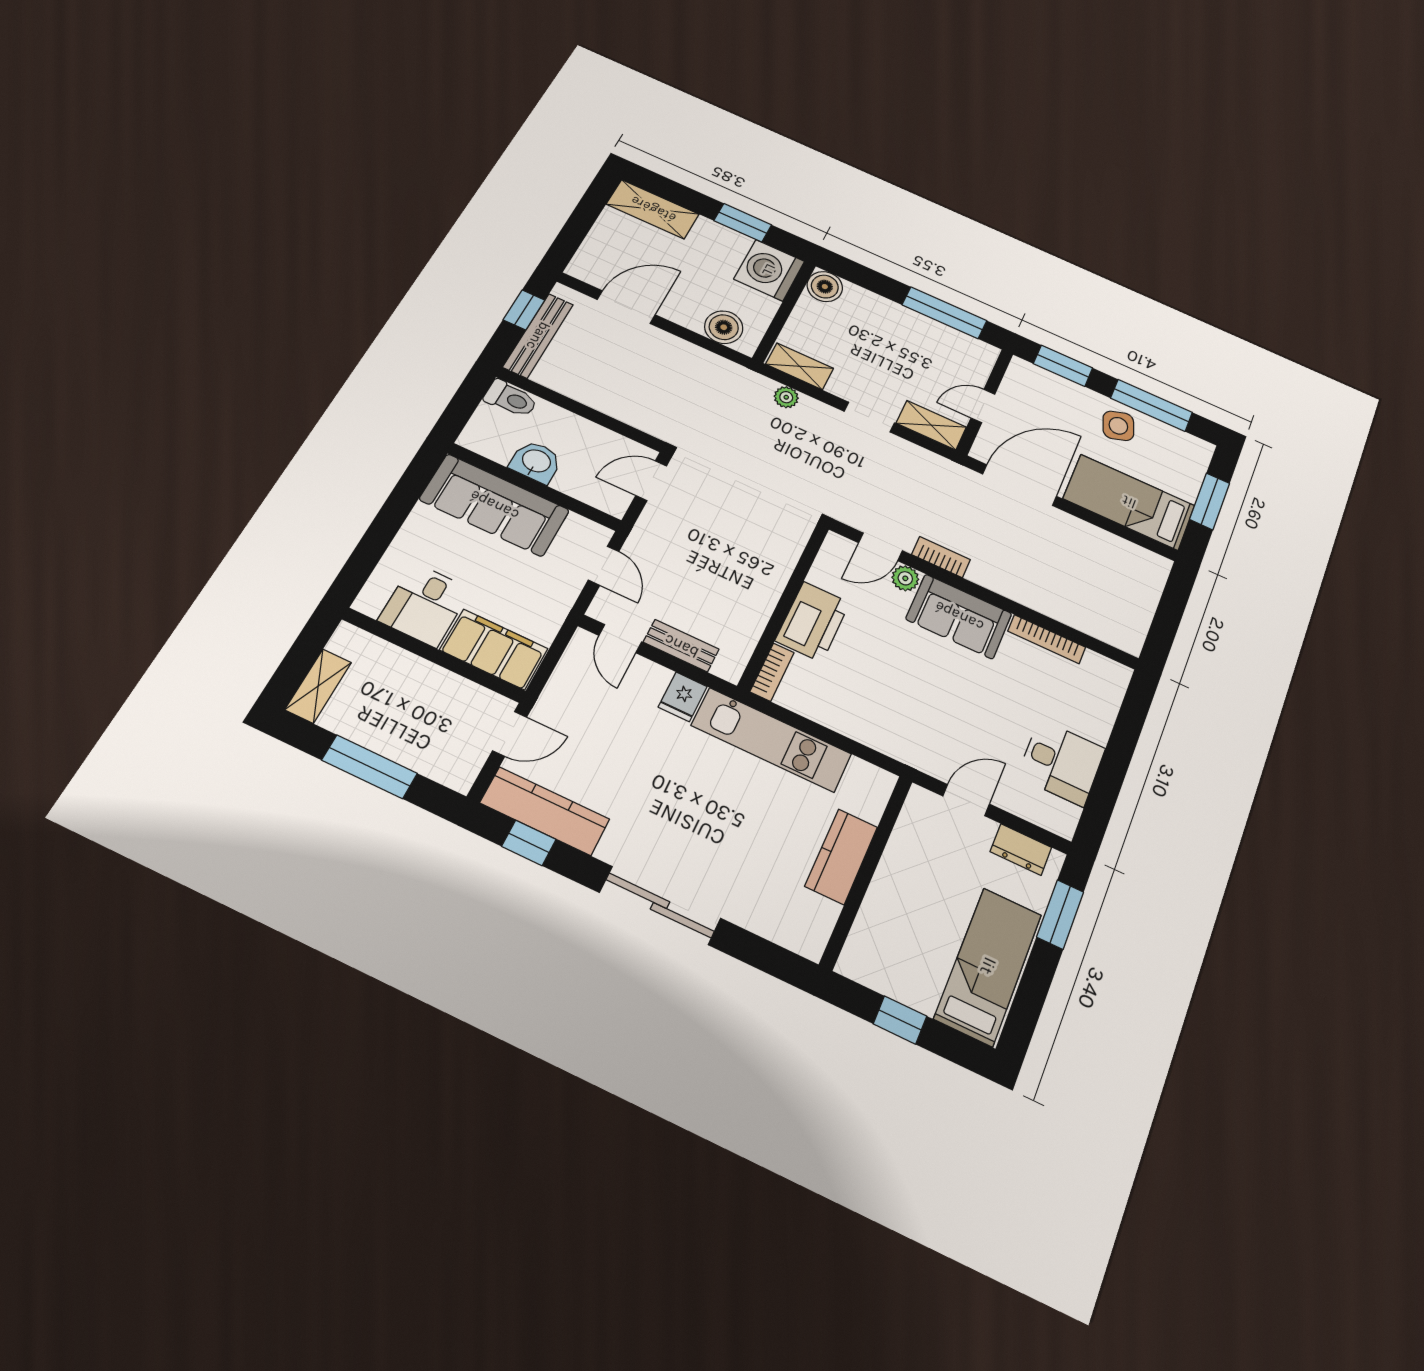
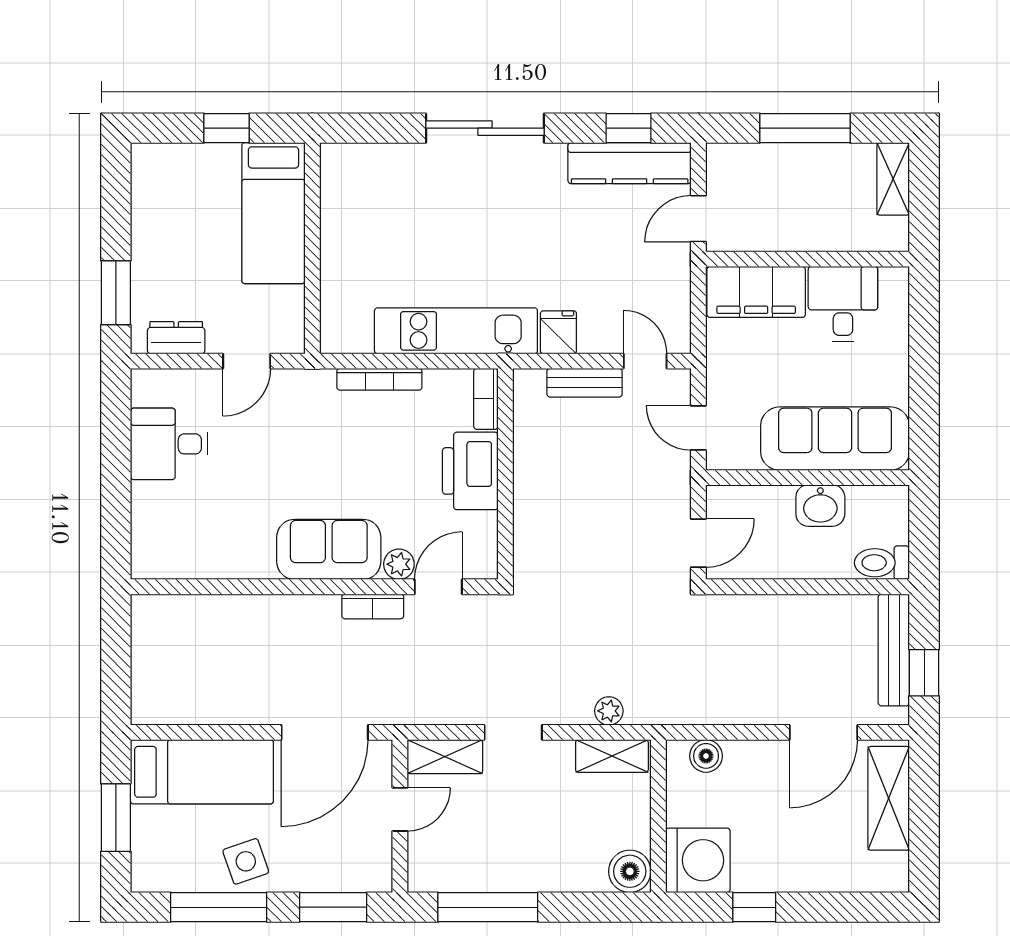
shelving: (653, 209) -> (889, 798), moved, turned 90
window: (743, 223) -> (754, 907), width x0.67
boiler: (724, 327) -> (706, 756), width x0.73, depth x0.73
bookcase: (1047, 639) -> (379, 379), moved, turned 180
kitchen counter: (841, 857) -> (342, 250), removed
bed: (988, 966) -> (273, 213), moved

